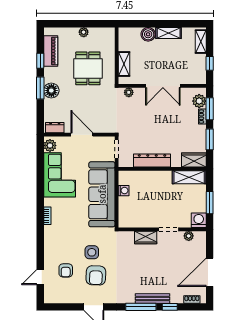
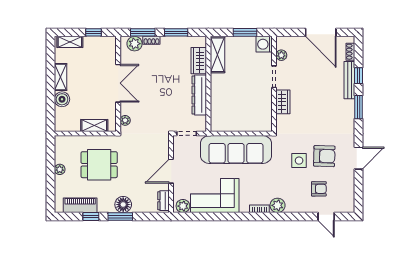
wardrobe: (194, 160) -> (199, 61), moved
washing machine: (124, 191) -> (232, 126), removed
plant: (51, 232) -> (278, 205), added
bench: (152, 298) -> (349, 80), moved
window: (141, 307) -> (358, 107), width x0.69

